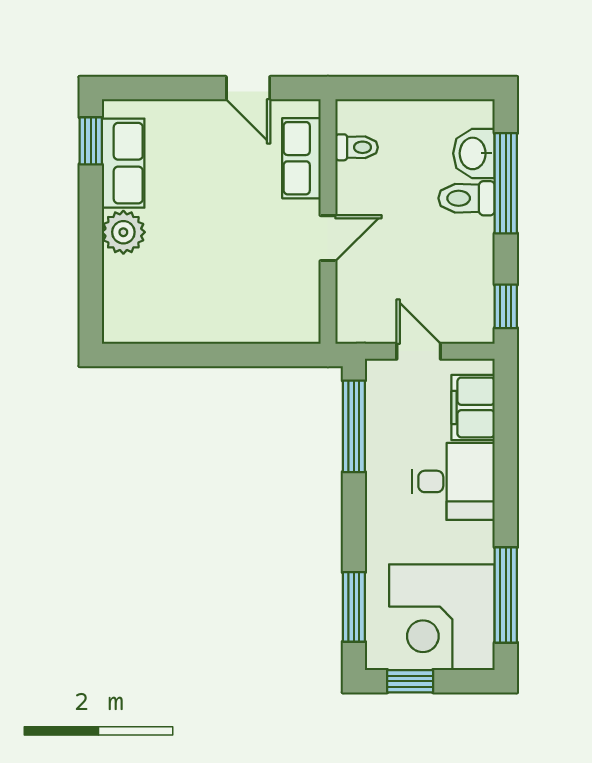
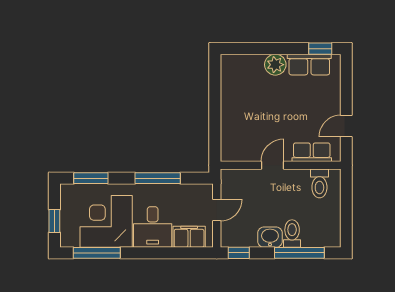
toilet: (357, 147) -> (319, 183), width x1.37, depth x1.39
washbasin: (474, 153) -> (270, 237), moved
door: (328, 238) -> (272, 165), swing flipped
window: (354, 426) -> (158, 178), moved
corner desk: (442, 617) -> (106, 221), moved
window: (410, 681) -> (54, 221), moved

